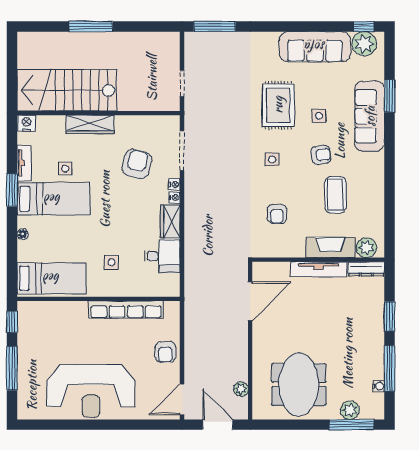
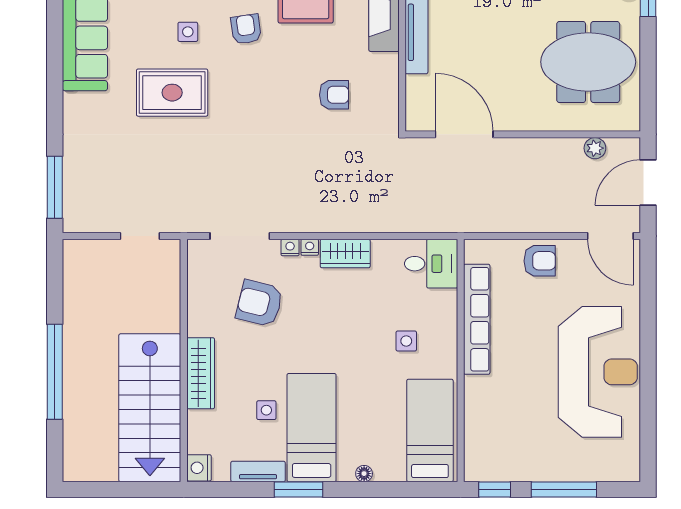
window: (91, 27) -> (55, 372), width x1.46
side table: (272, 159) -> (253, 102), removed
desk: (162, 256) -> (431, 264), moved, turned 90

